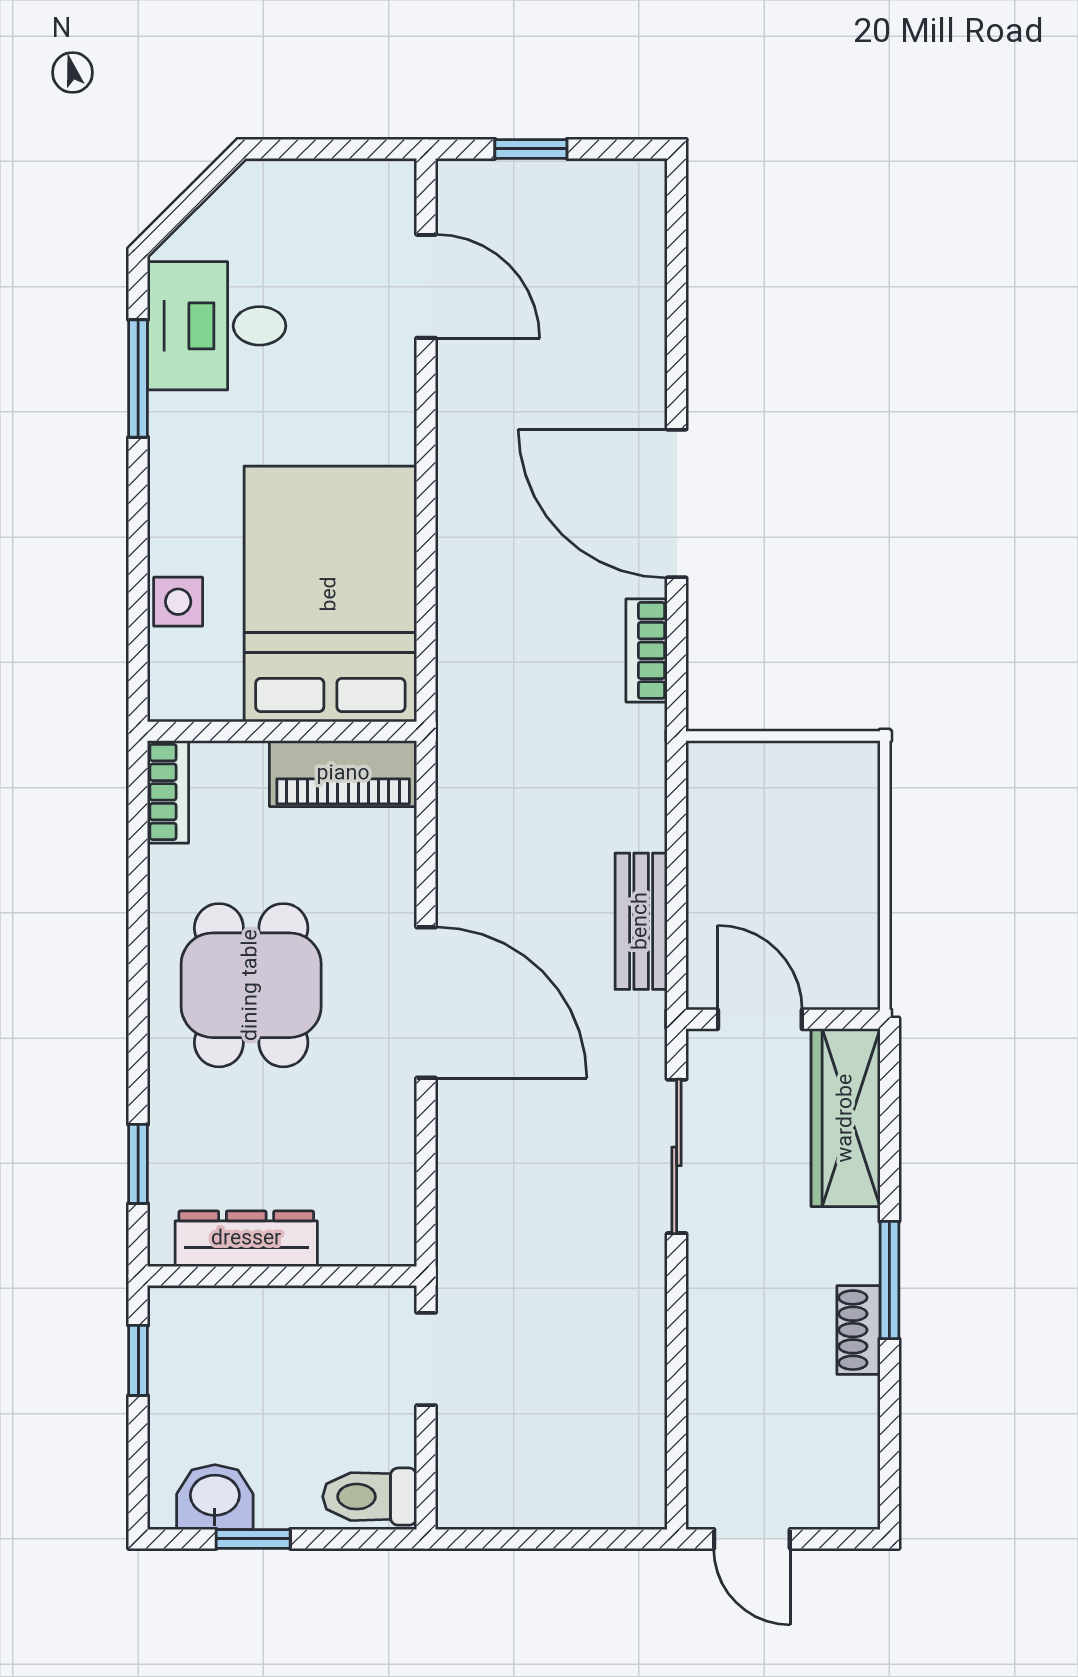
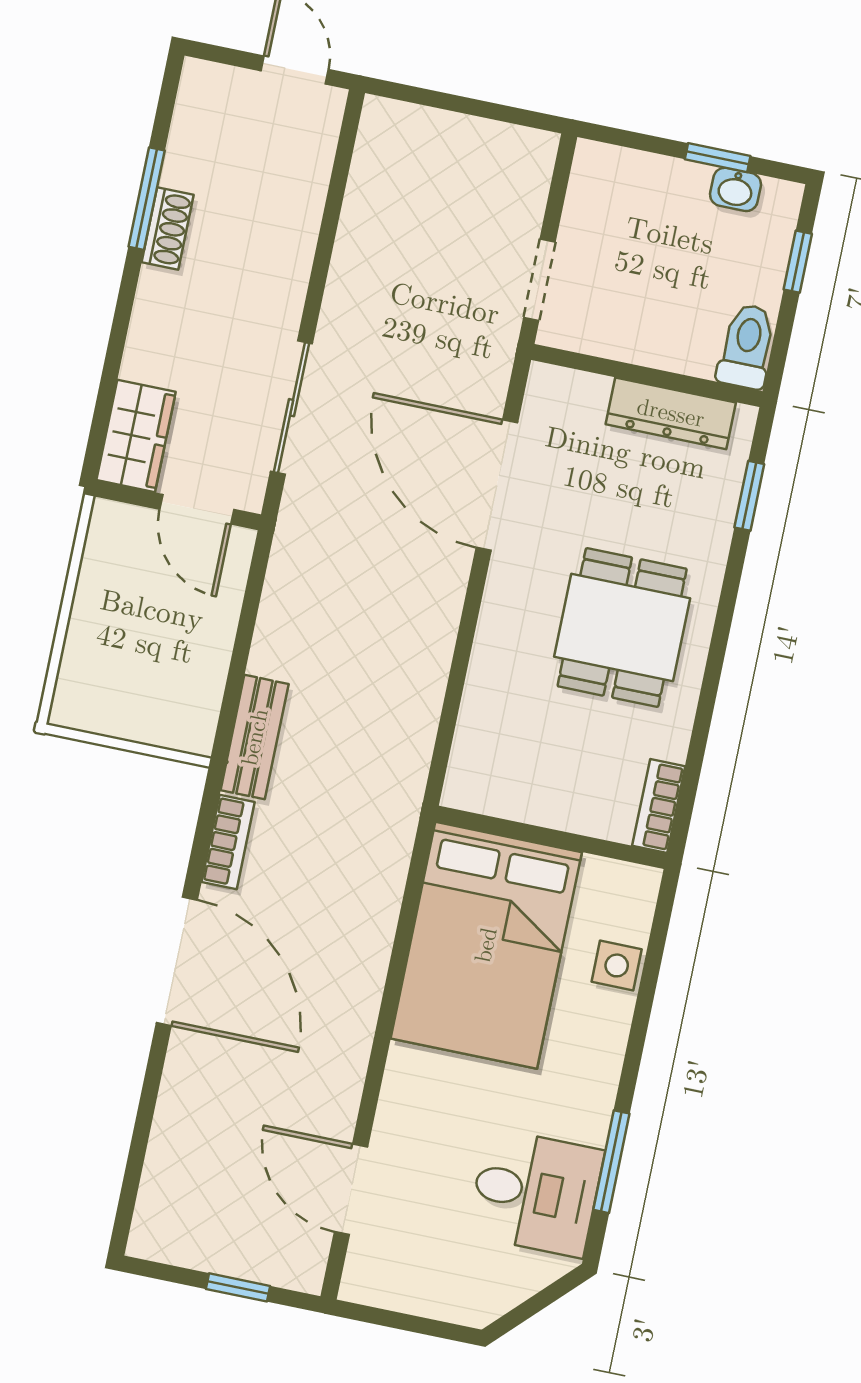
piano: (343, 774) -> (507, 791), removed
bench: (641, 921) -> (255, 737), moved
door: (426, 1003) -> (497, 485), moved
wardrobe: (846, 1118) -> (136, 436), width x0.67
window: (889, 1280) -> (147, 199), moved
window: (138, 1360) -> (798, 262), moved
washbasin: (215, 1497) -> (735, 189), width x0.72, depth x0.69
toilet: (370, 1497) -> (747, 346), moved, turned -90

